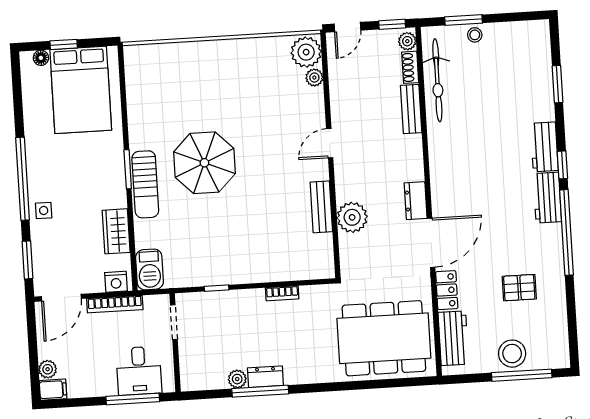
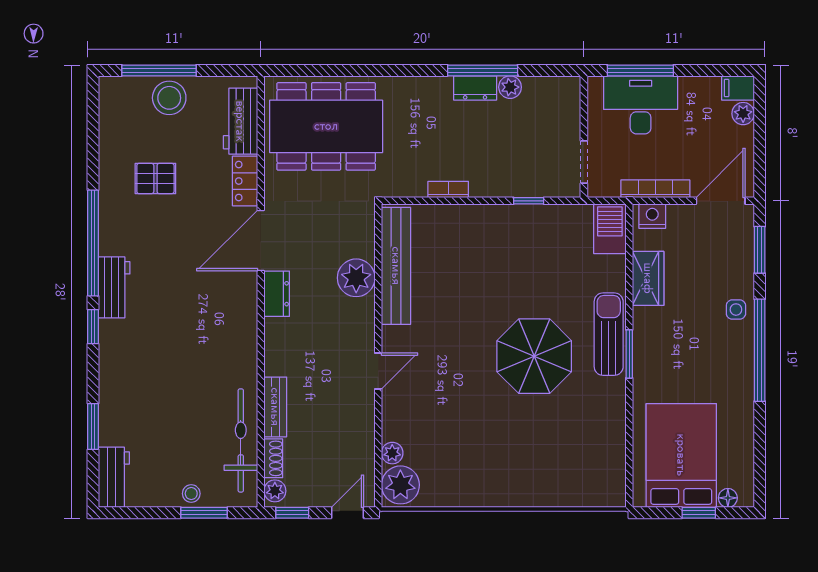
workbench: (544, 147) -> (114, 477), moved
bench: (321, 207) -> (396, 266), width x1.86, depth x1.21
desk: (139, 371) -> (641, 105), width x1.37

